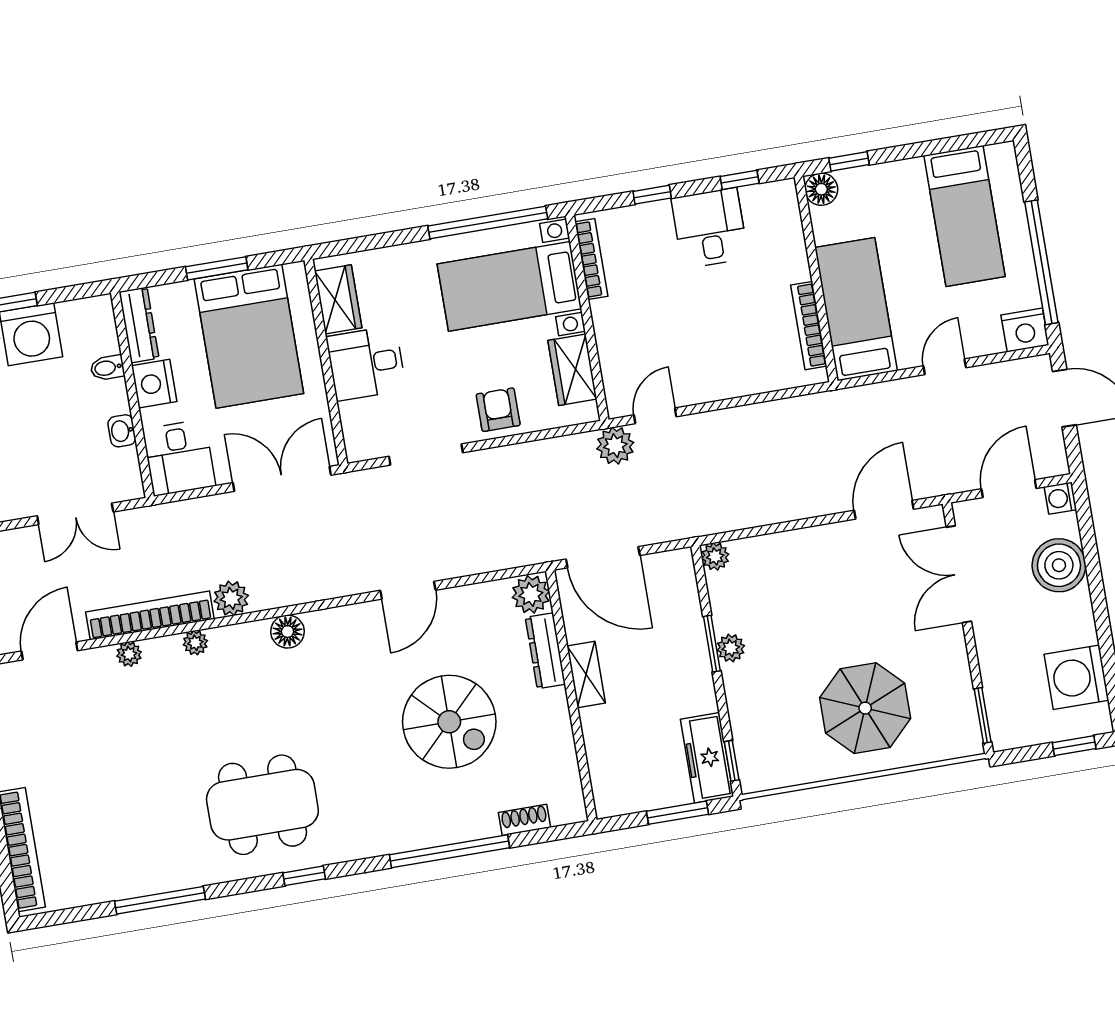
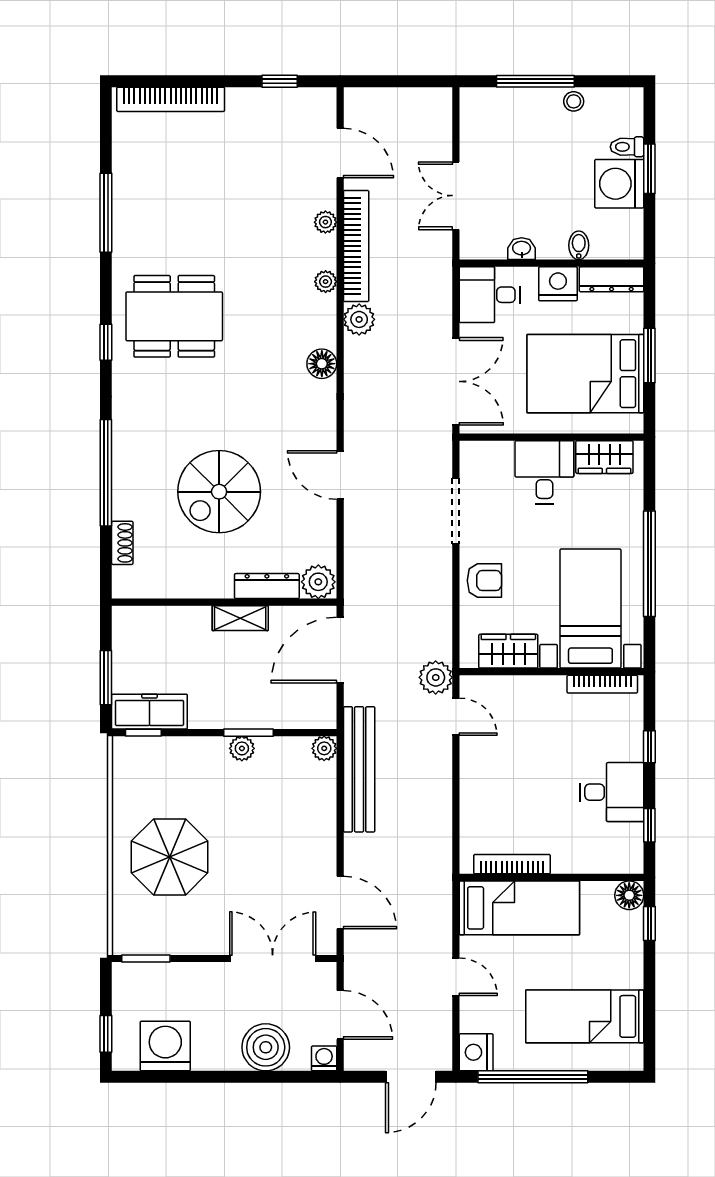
window: (488, 222) -> (649, 564), moved
bench: (732, 514) -> (359, 769), added
dining table: (262, 805) -> (174, 316), turned 90

